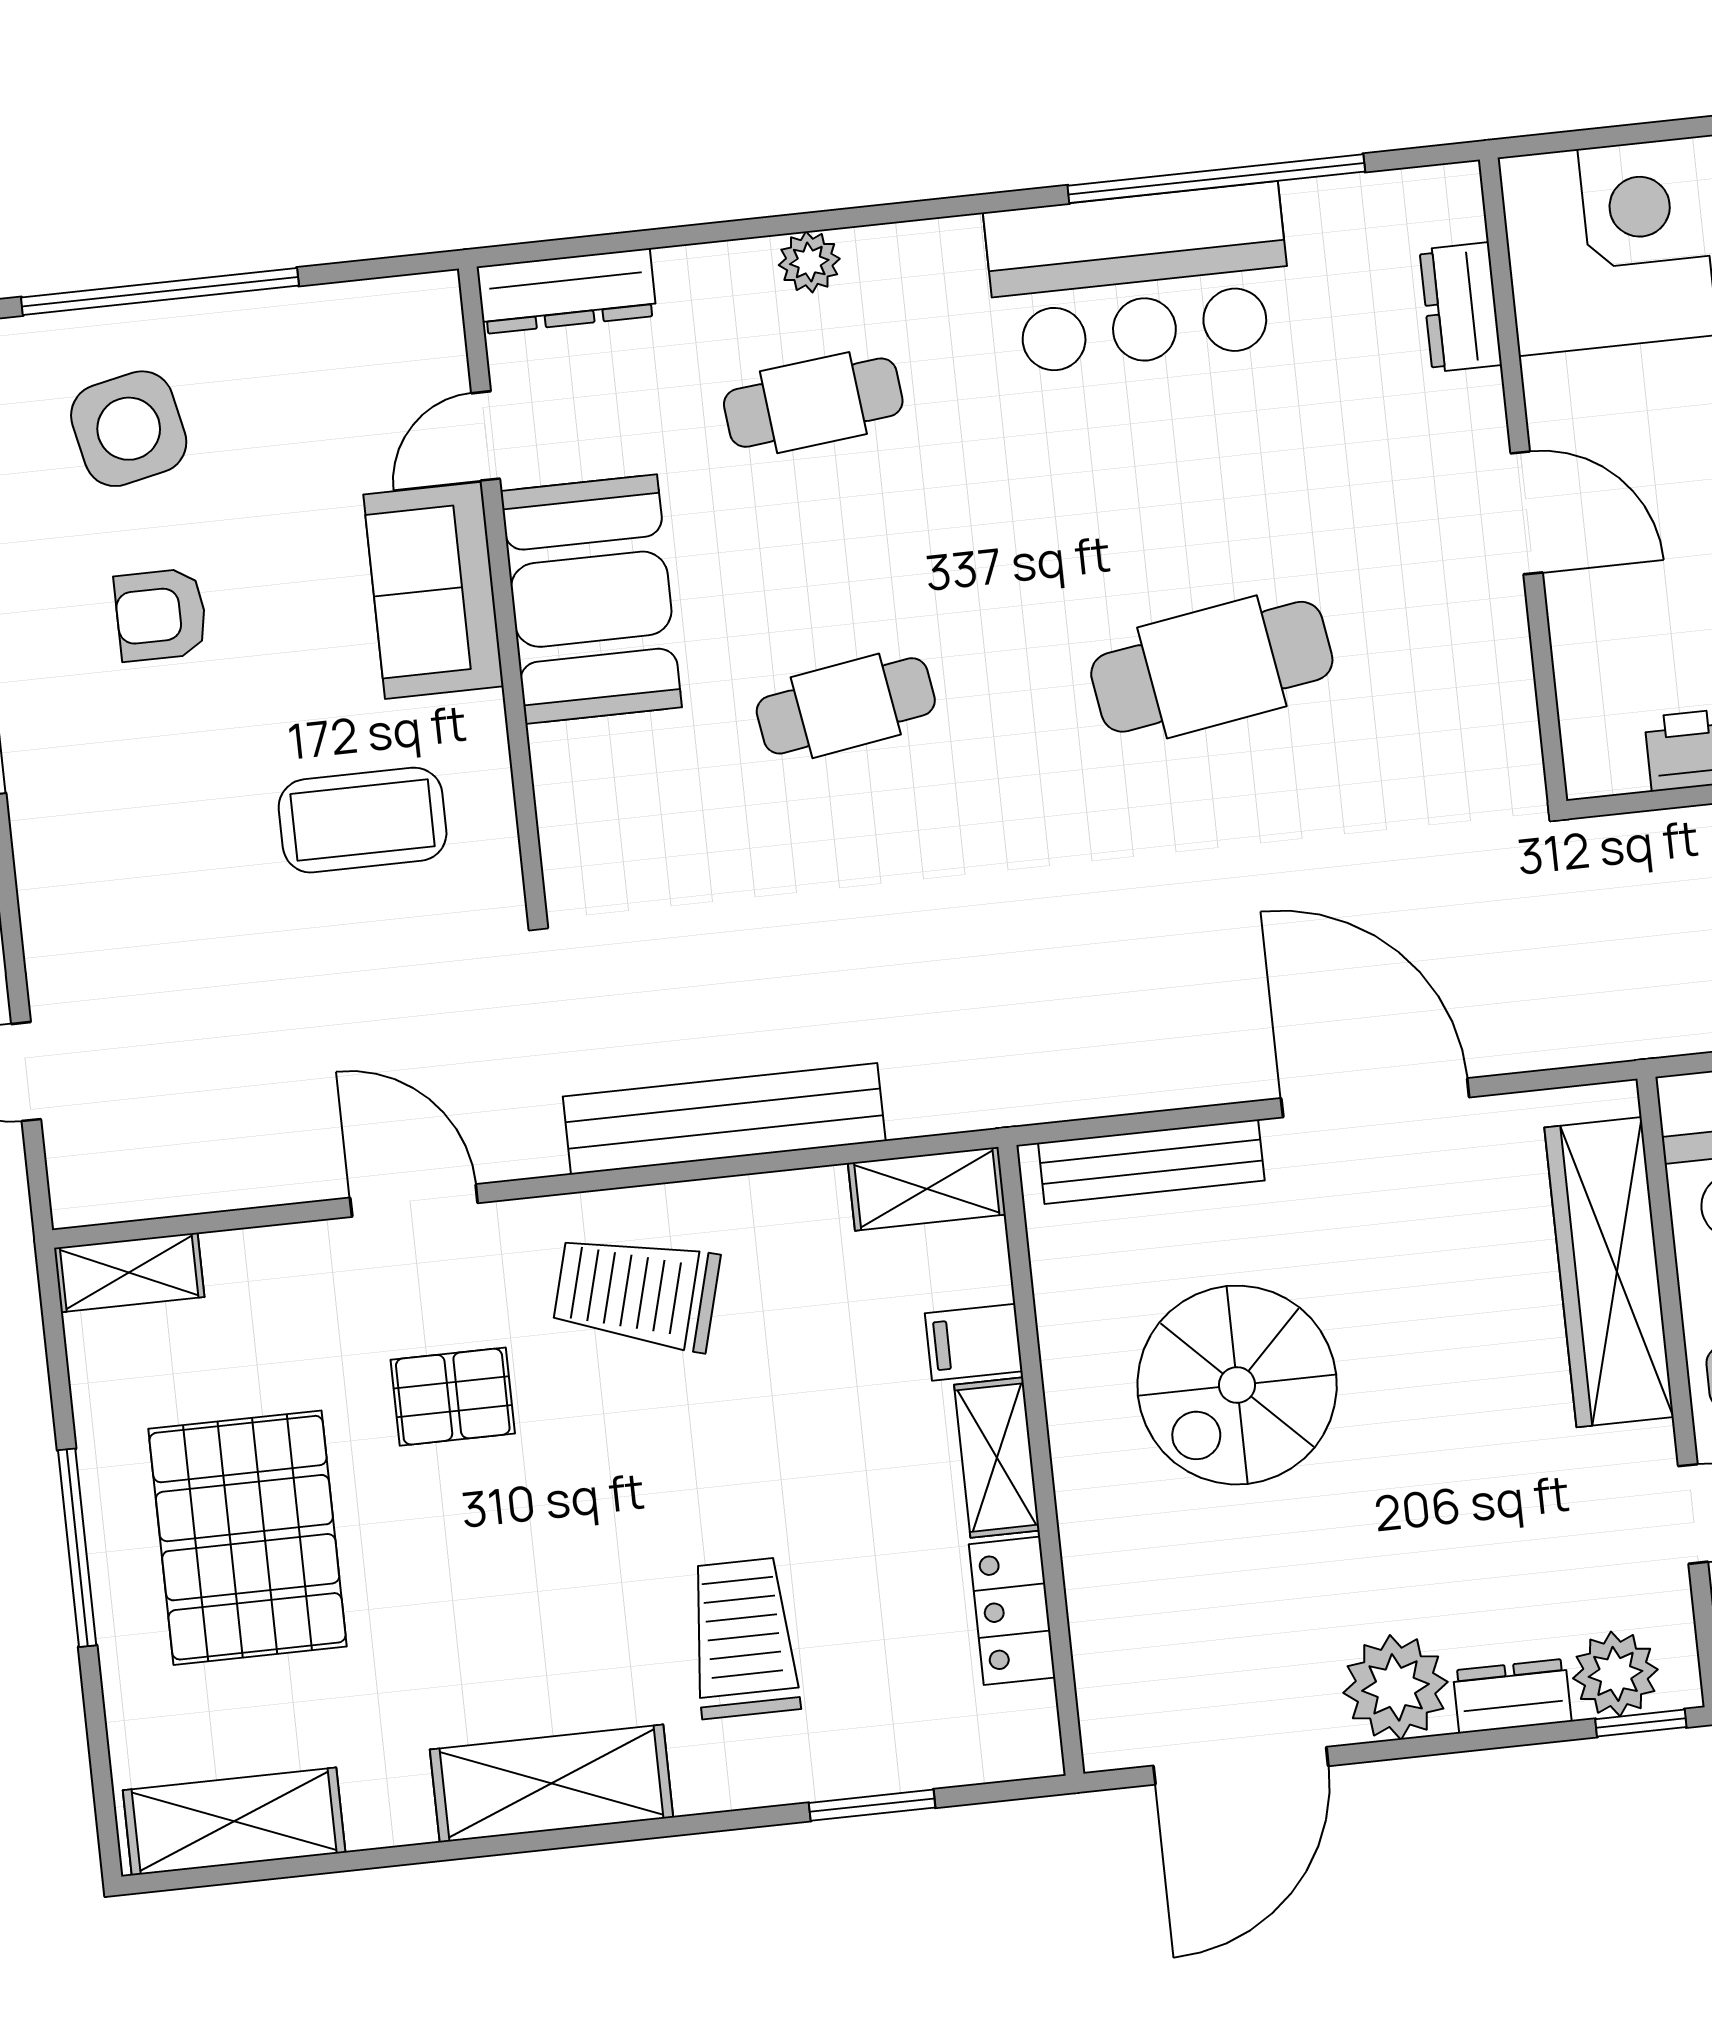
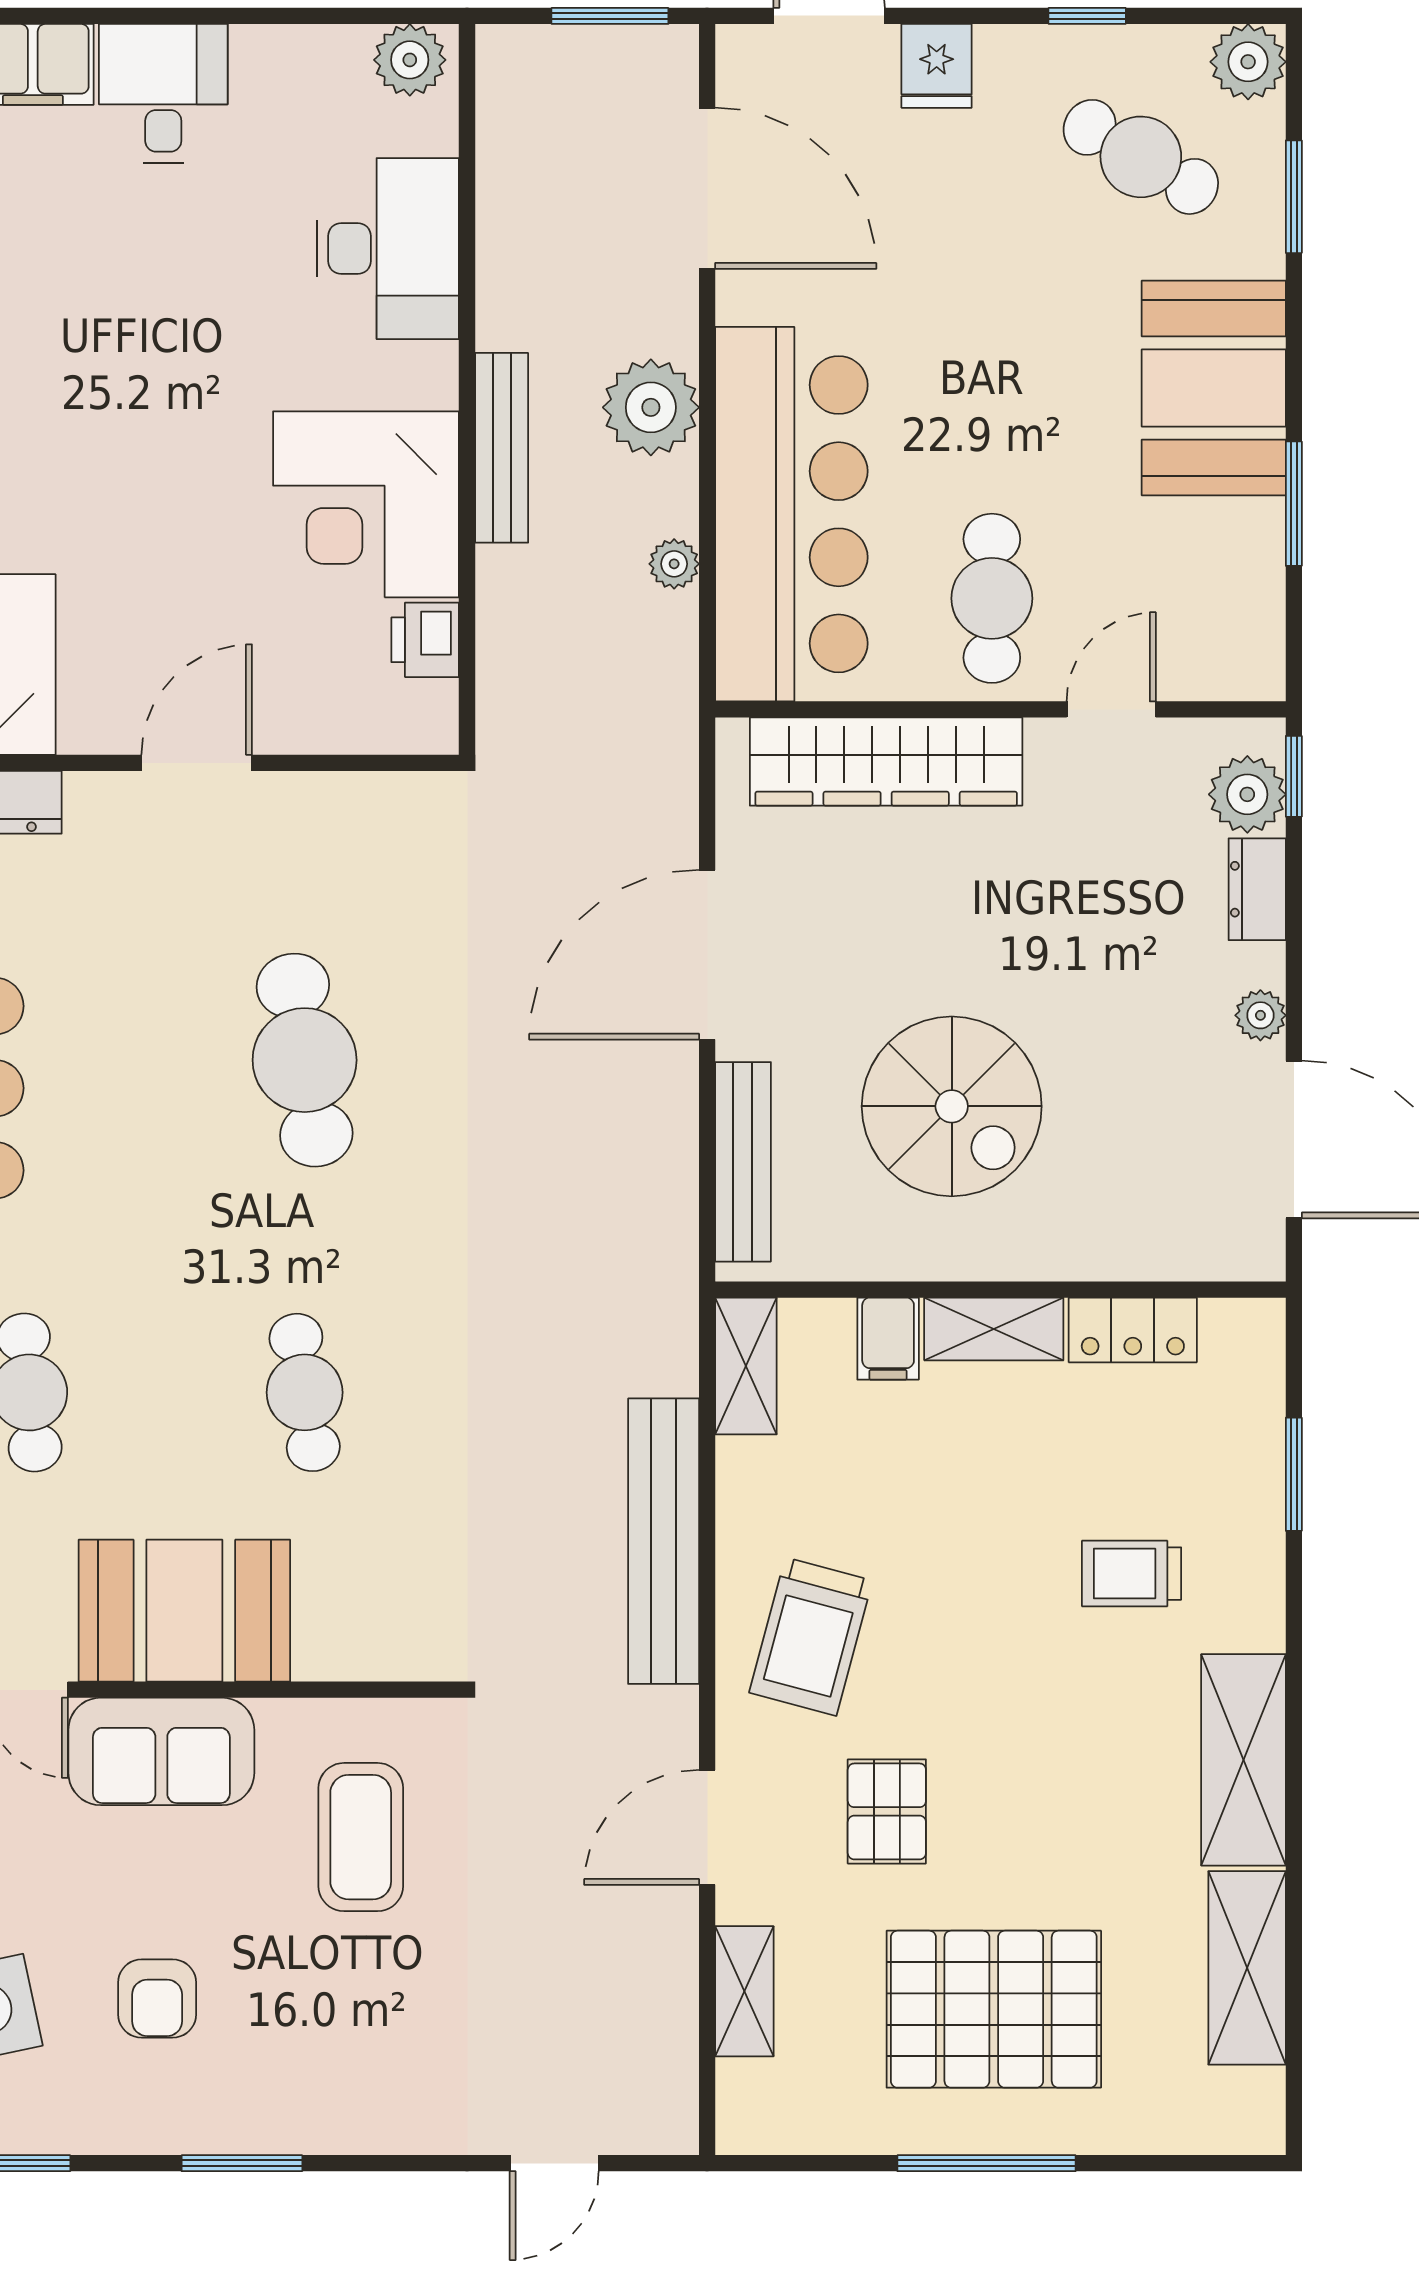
shelving: (129, 1272) -> (744, 1991), moved
trolley: (744, 1638) -> (1132, 1574), width x0.73, depth x0.72
plant: (1396, 1687) -> (1260, 1015), width x0.53, depth x0.53
shelving: (234, 1821) -> (1247, 1968), moved

